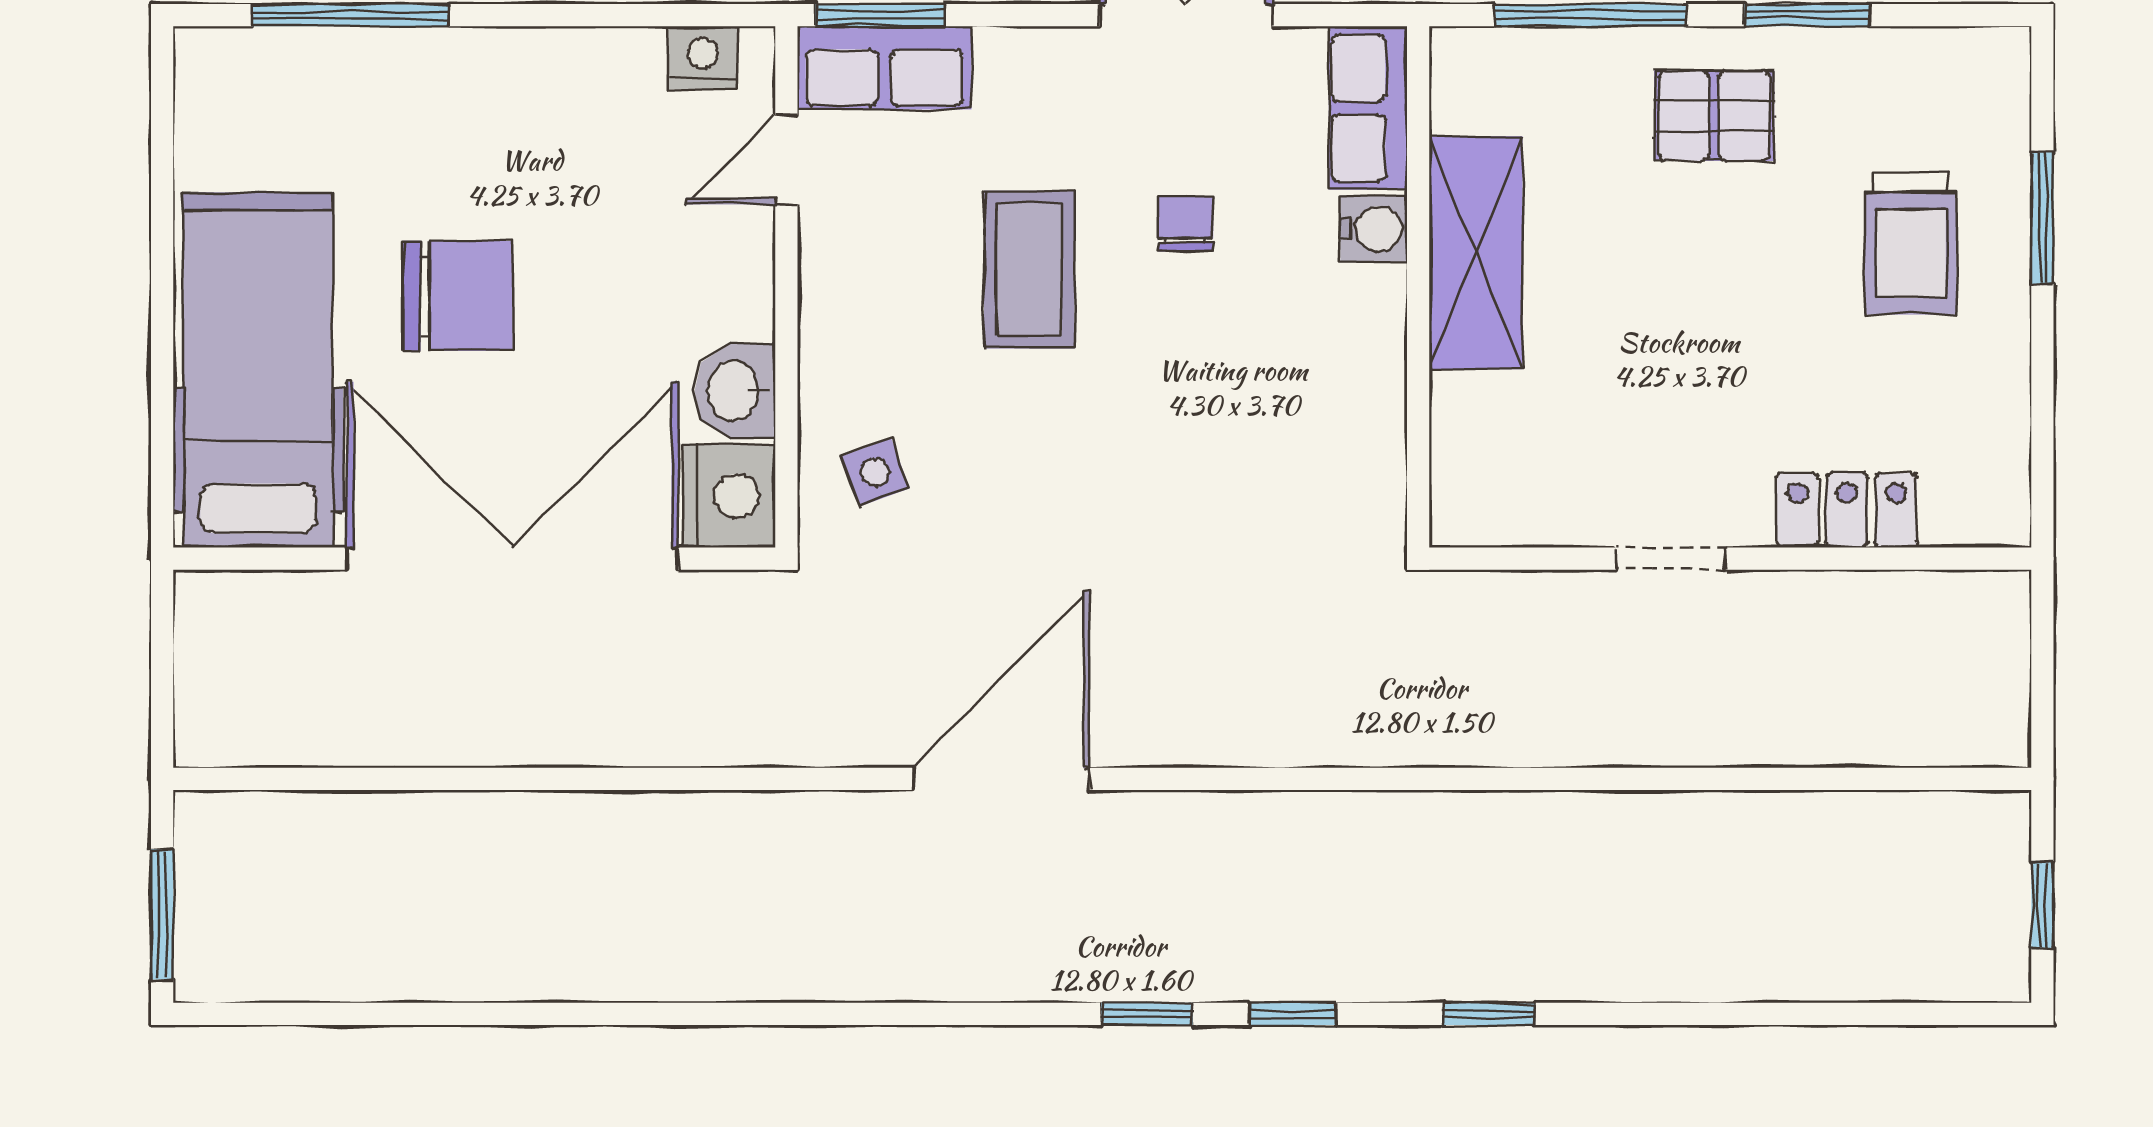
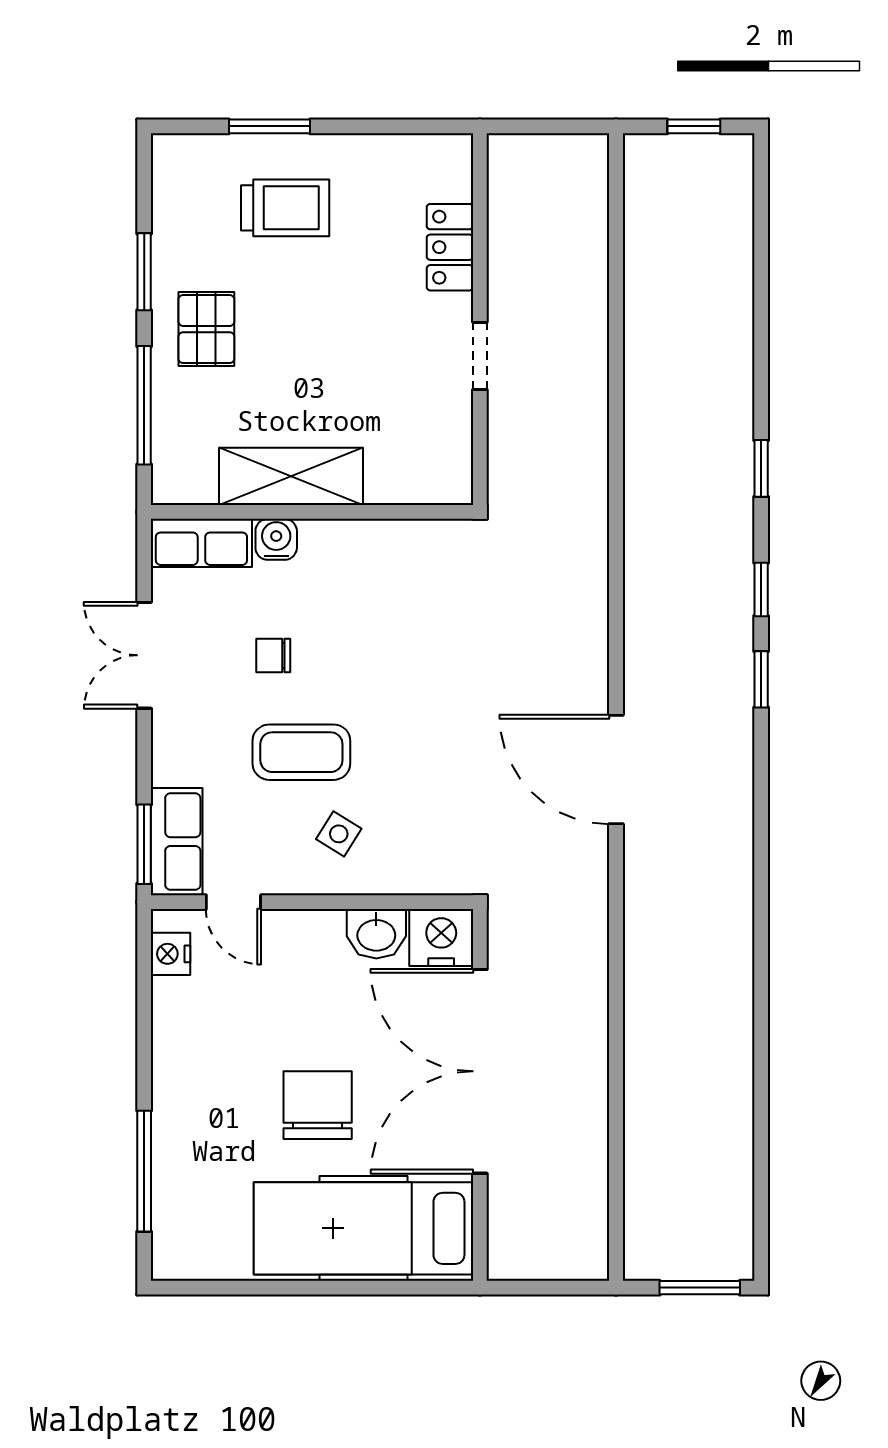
side table: (875, 472) -> (339, 834), moved, turned -38

